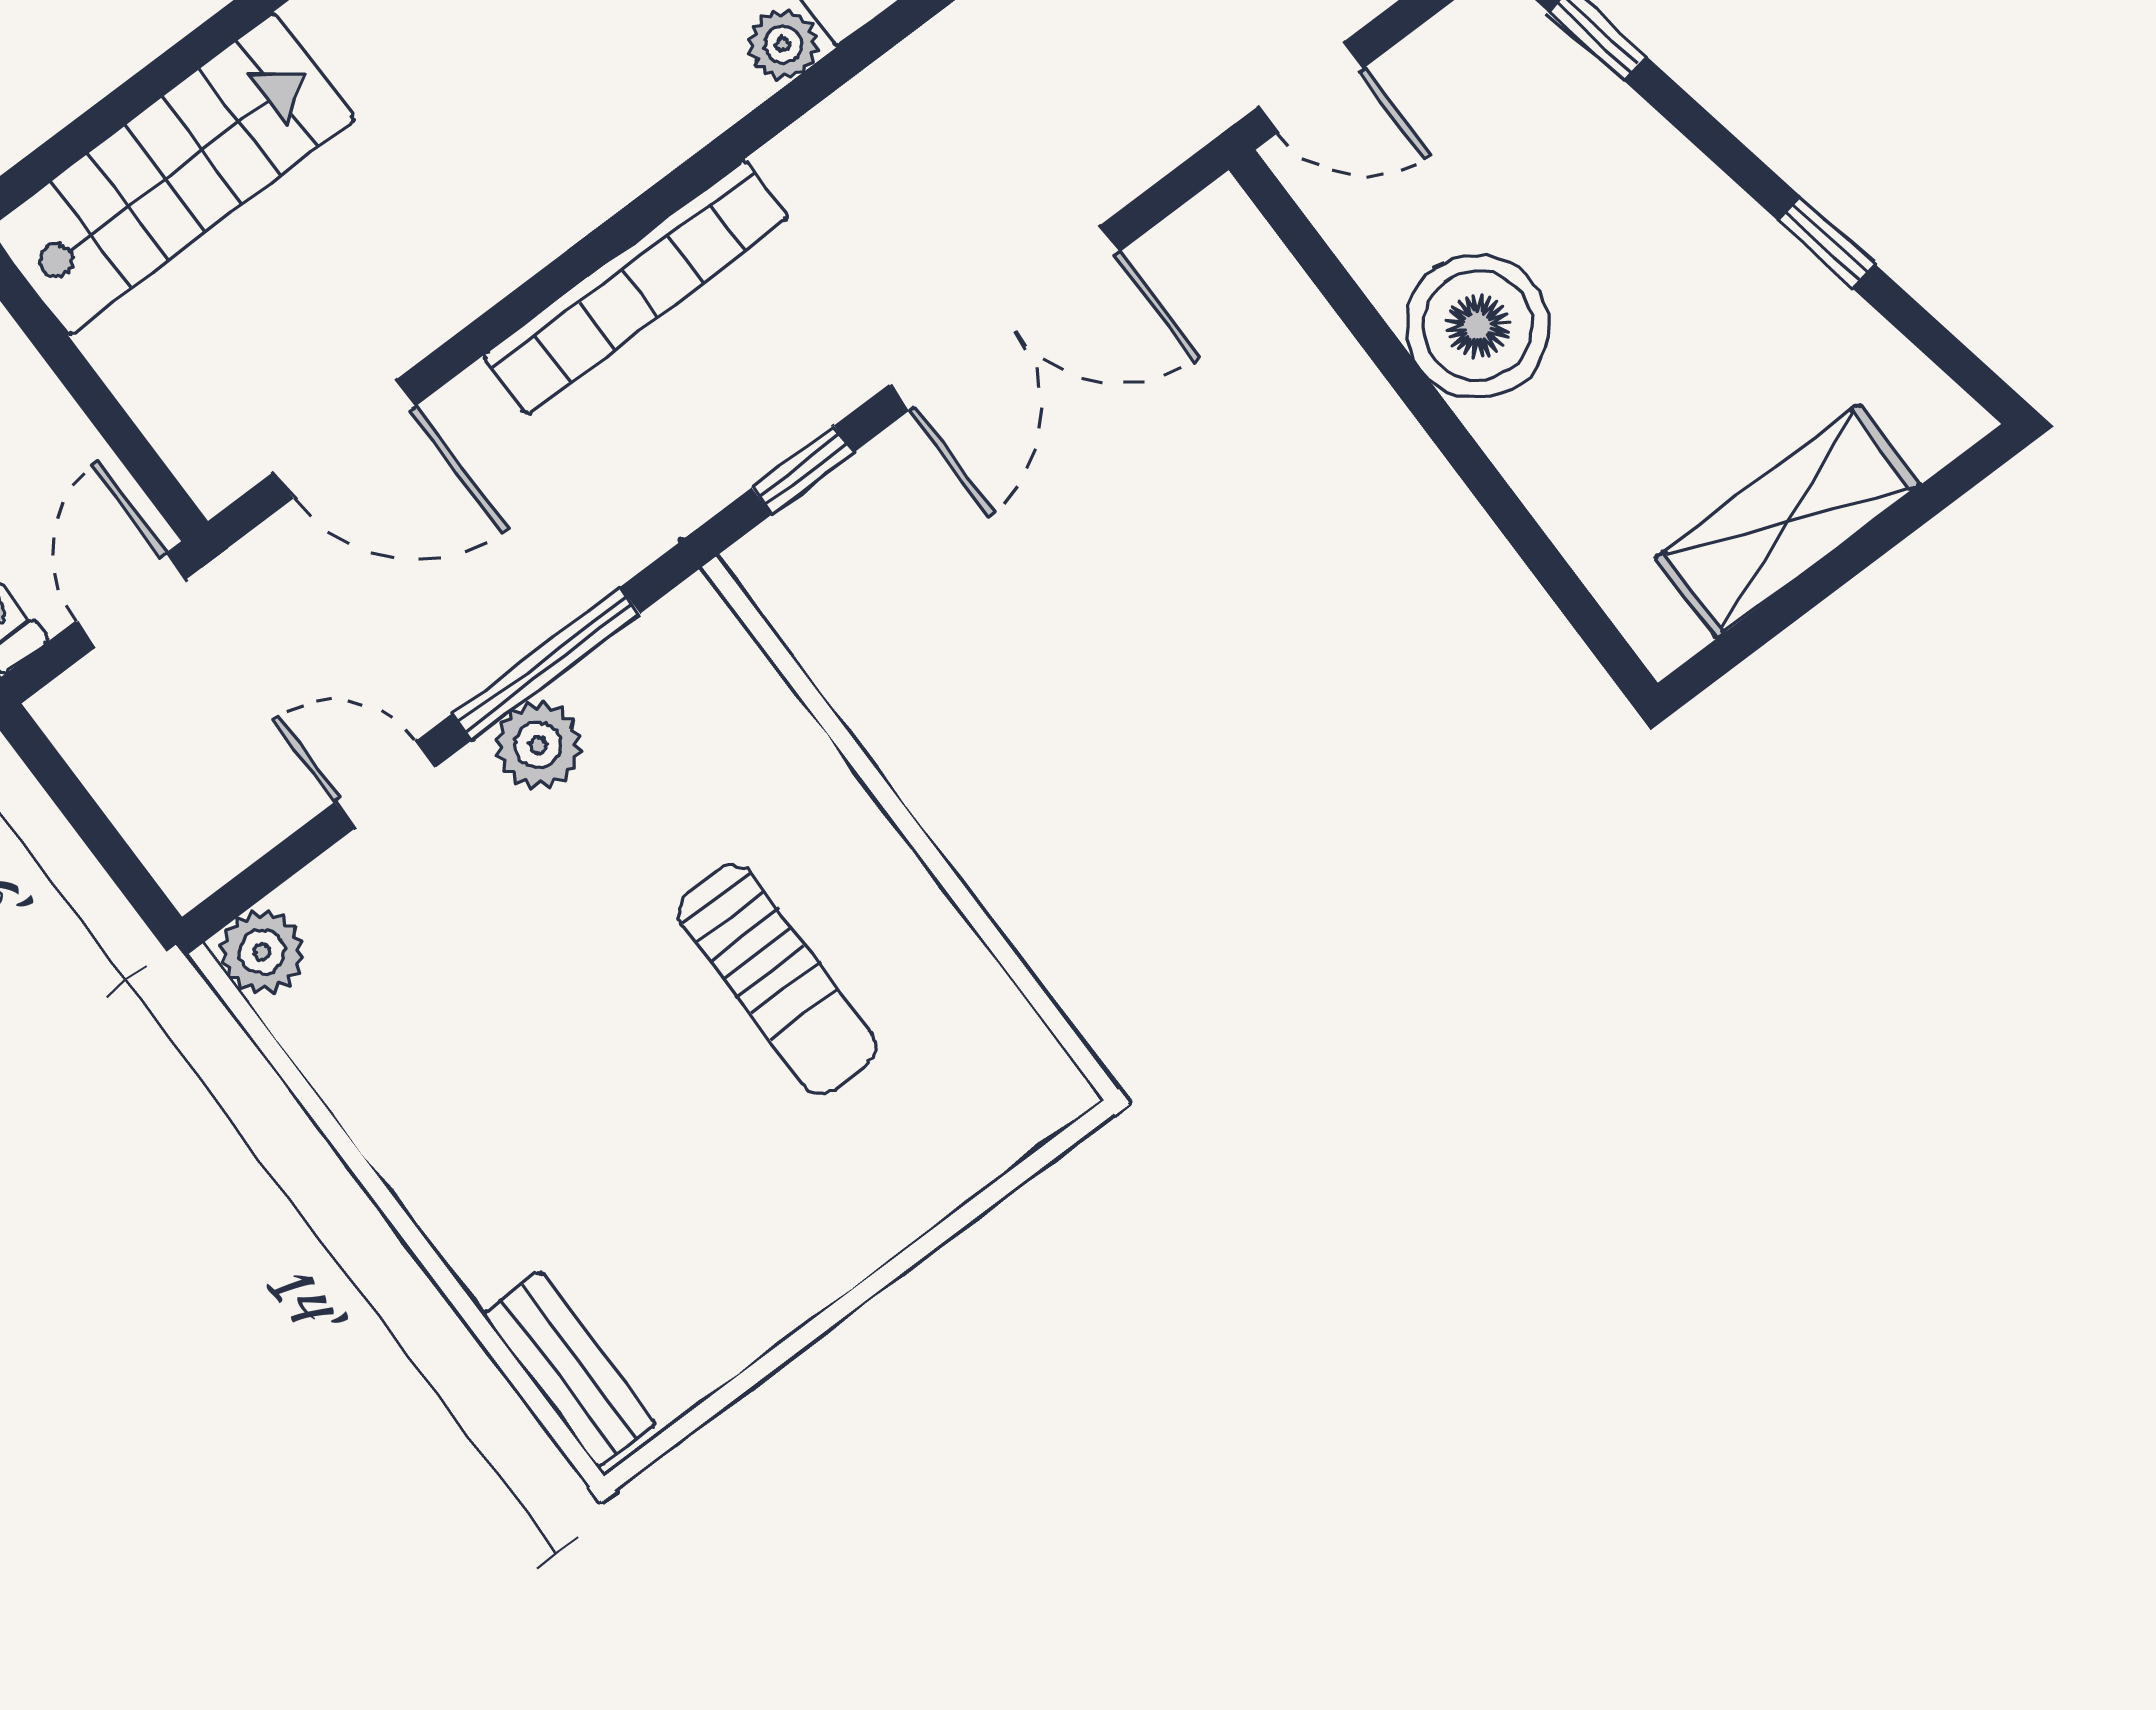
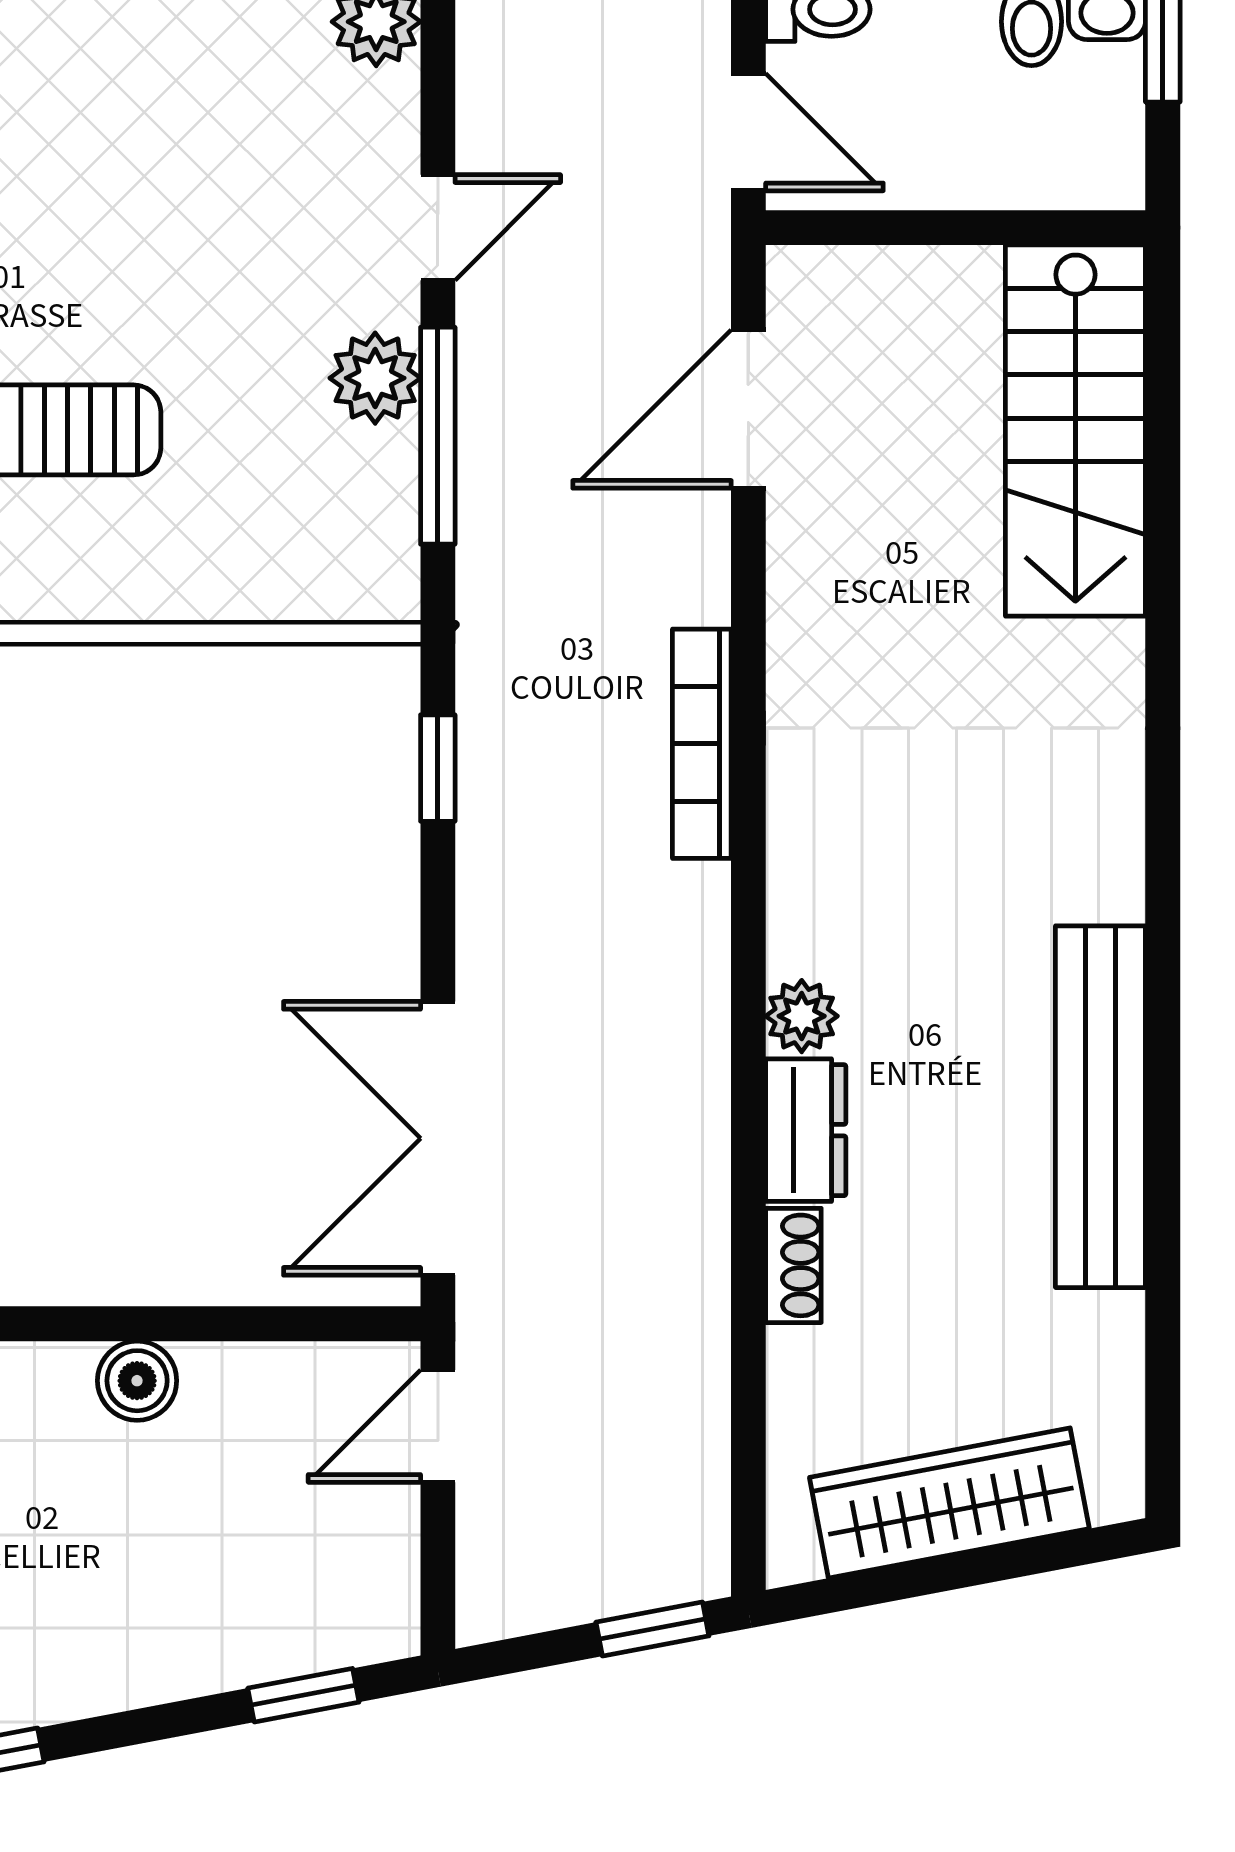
bookcase: (636, 287) -> (702, 744), width x0.68, depth x0.76
double door: (1005, 318) -> (438, 1138), moved
boiler: (1478, 326) -> (137, 1381), width x0.54, depth x0.54

